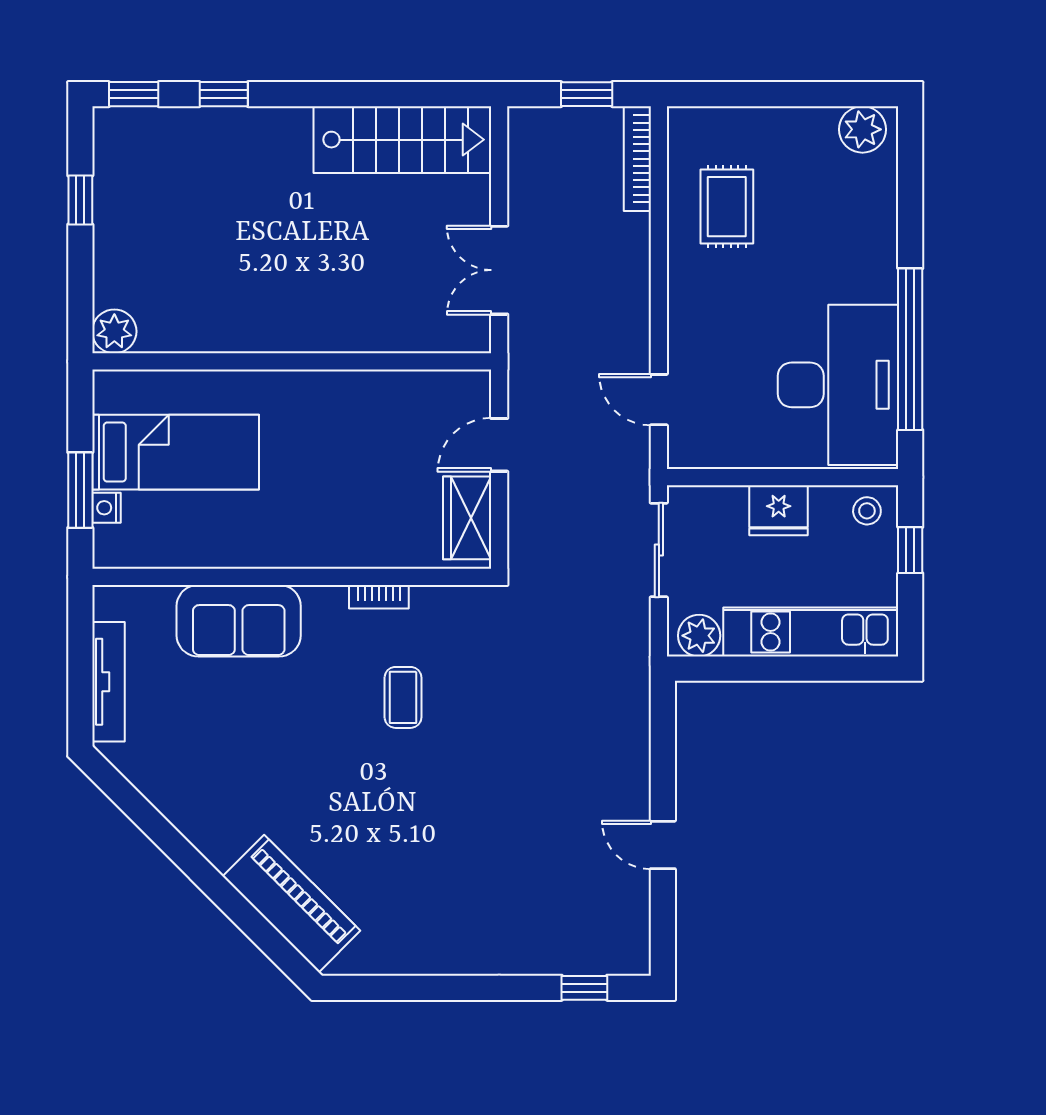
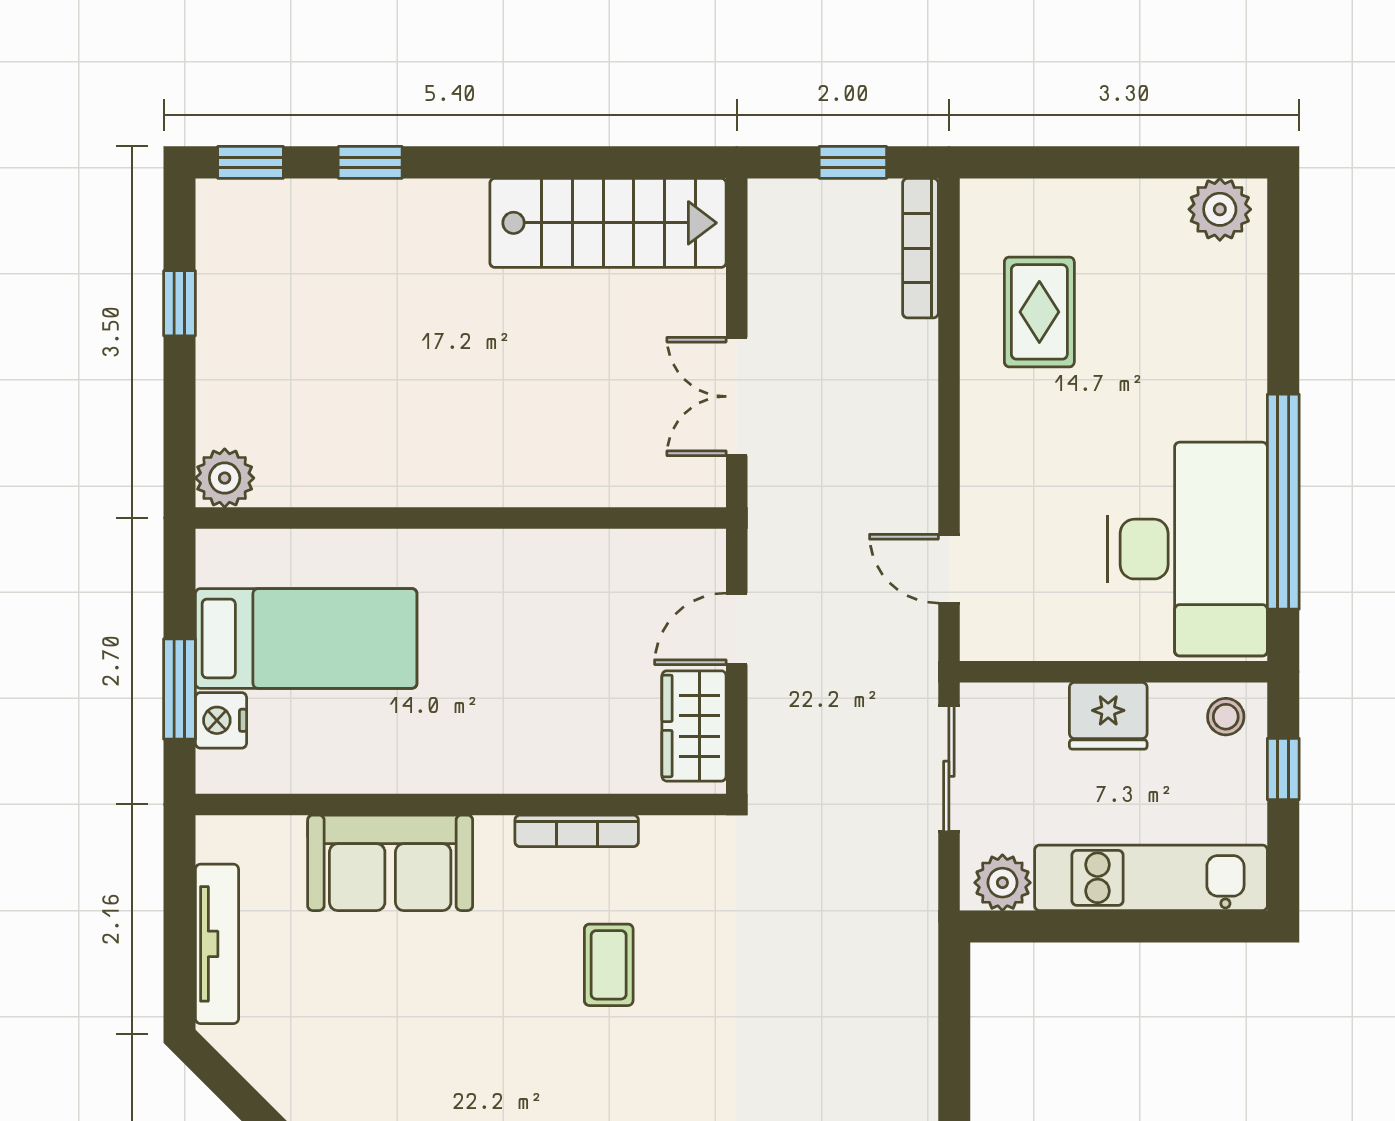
nightstand: (106, 508) -> (221, 720), width x1.39, depth x1.35
bookcase: (379, 597) -> (577, 831), width x1.56

